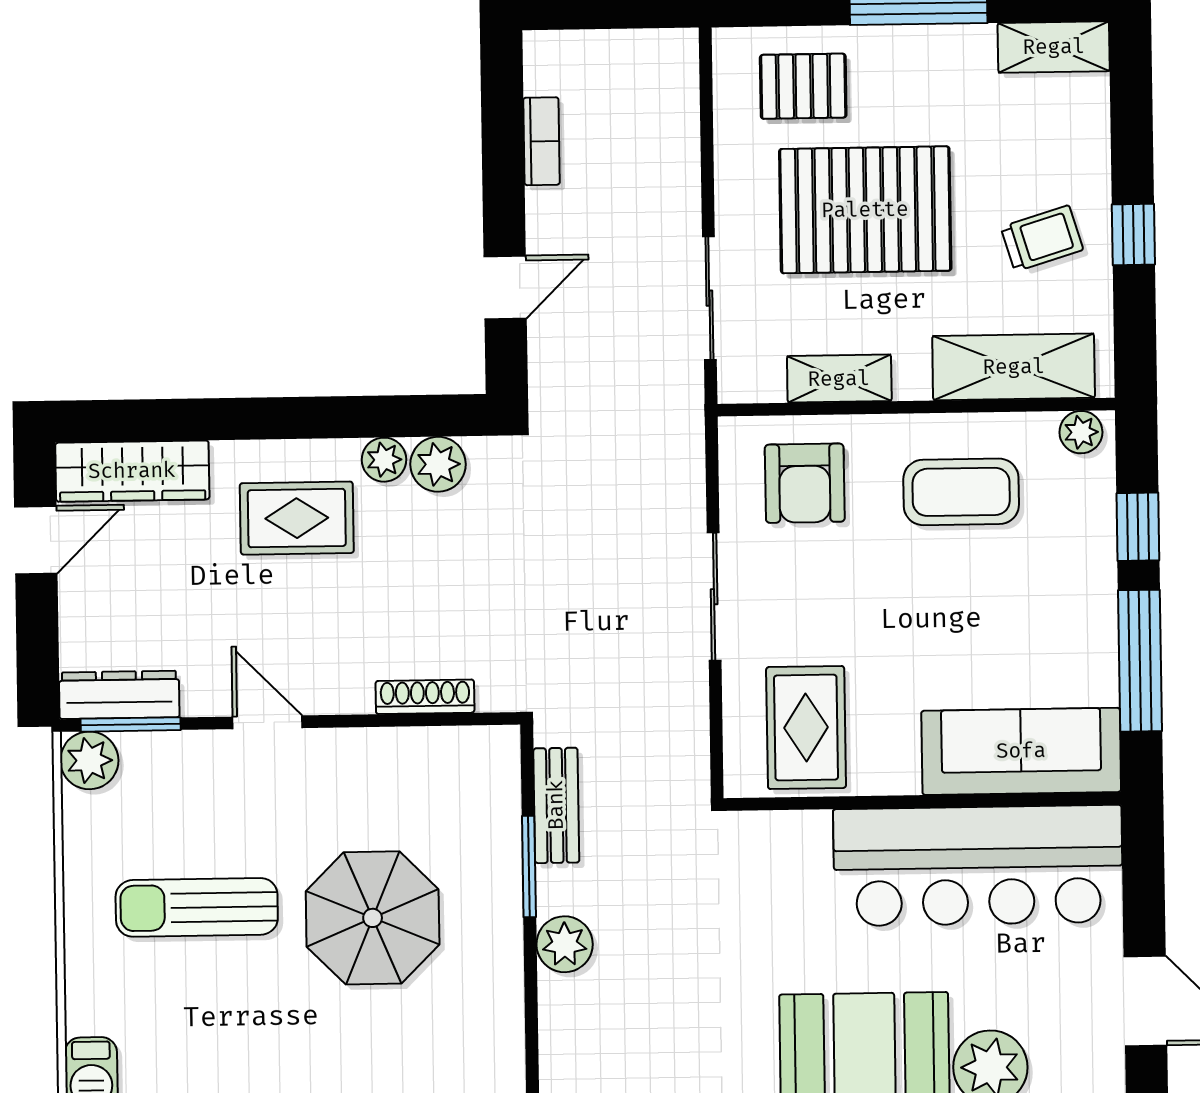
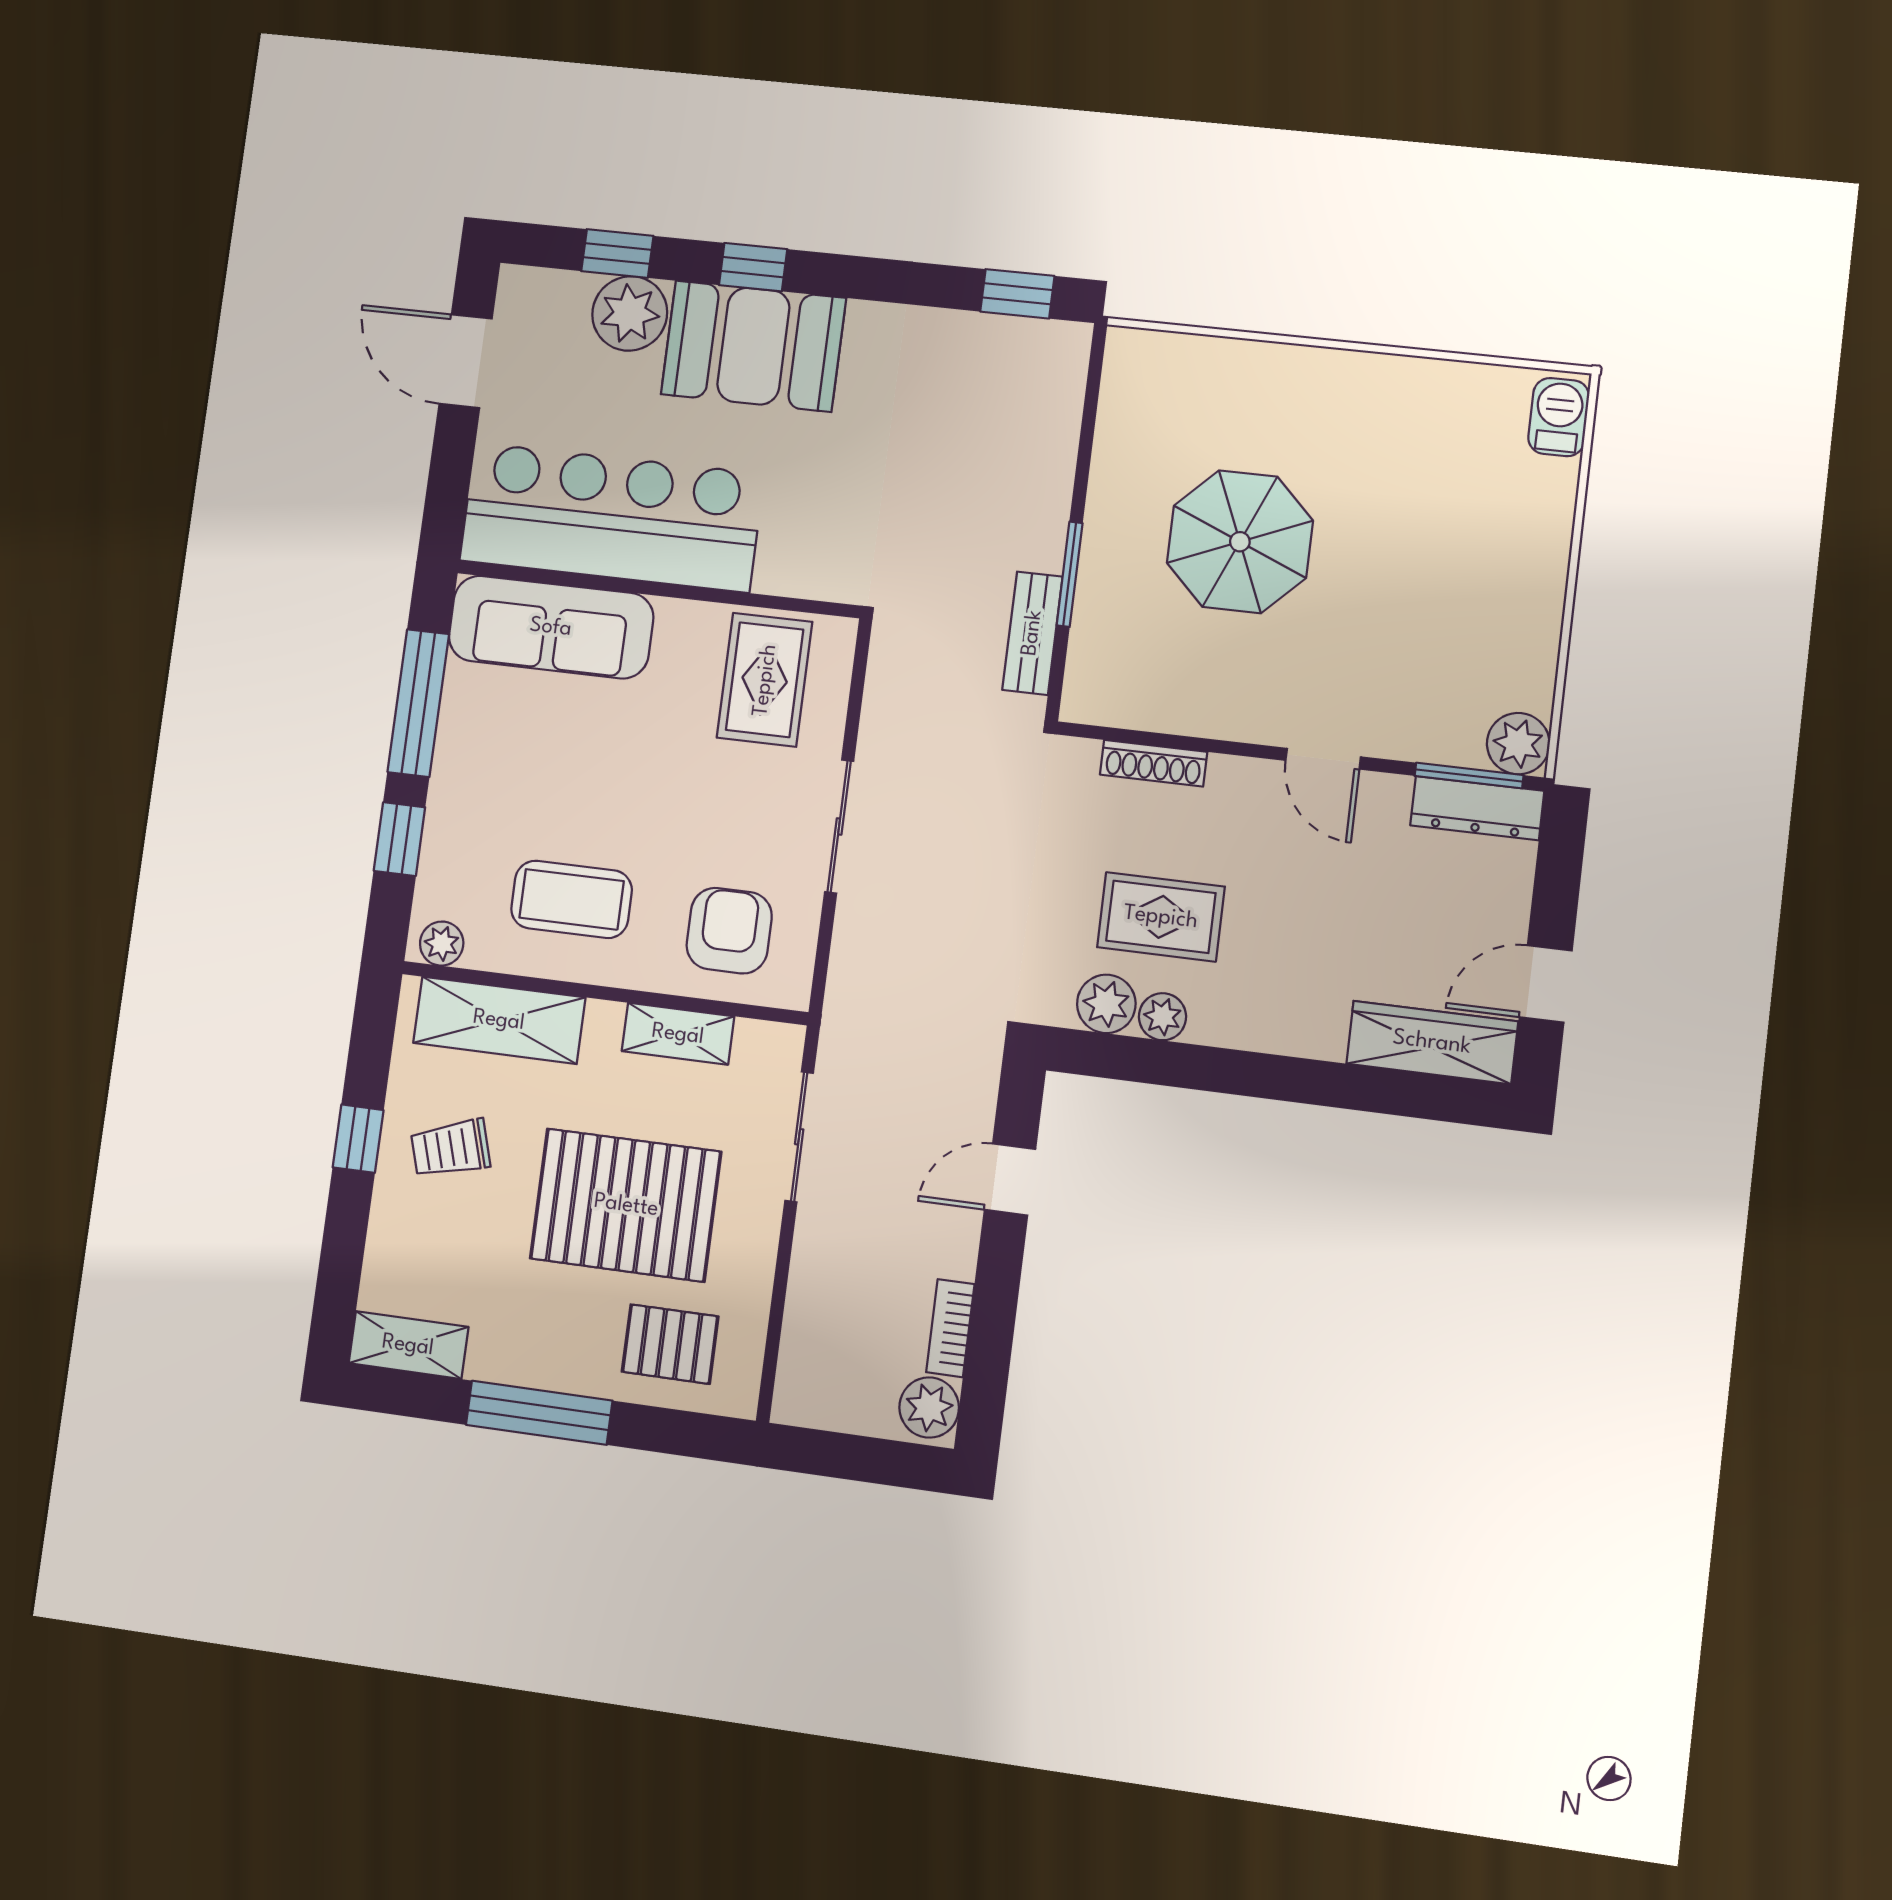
rug: (297, 518) -> (1161, 917), moved
sun lounger: (197, 907) -> (1424, 576), removed
plant: (565, 944) -> (929, 1408), moved

